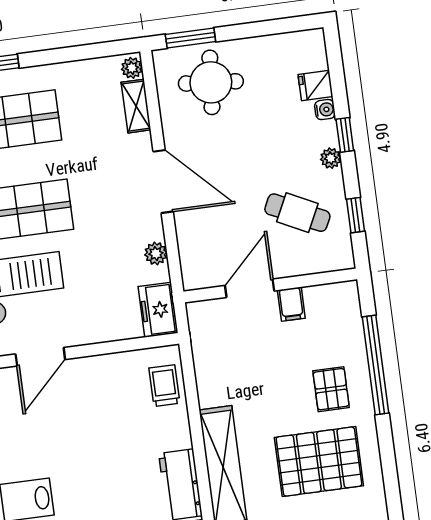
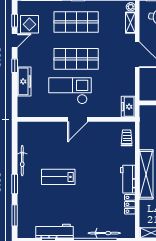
plant: (156, 253) -> (130, 84), removed

